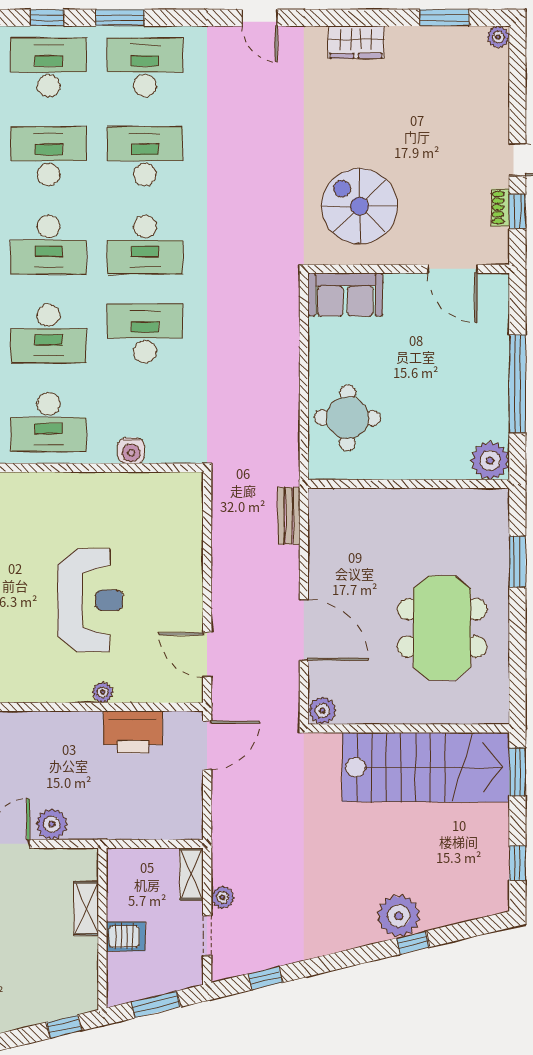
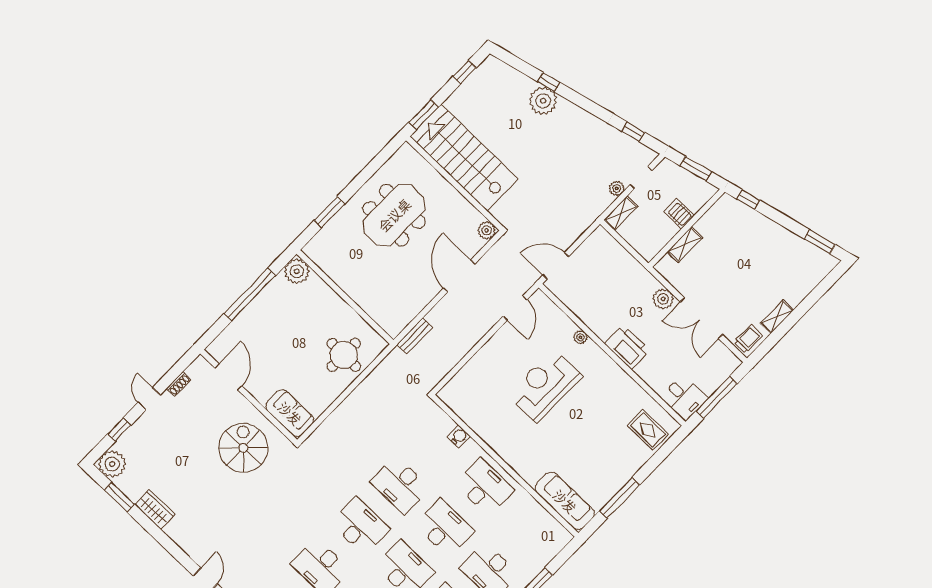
plant: (498, 37) -> (112, 464), width x1.87, depth x1.87
wardrobe: (356, 42) -> (155, 509), moved
spiral stairs: (359, 206) -> (243, 448), turned 180
window: (517, 211) -> (119, 430), moved
printer: (133, 732) -> (627, 347), moved

